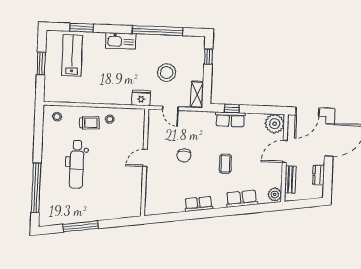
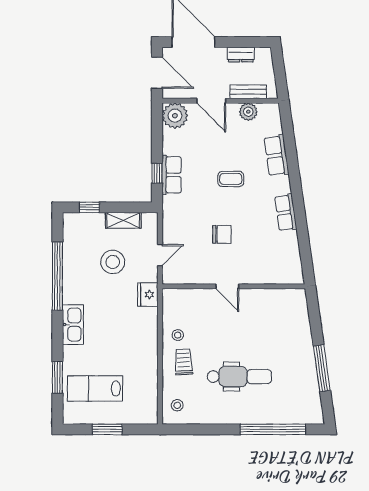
shelving: (197, 95) -> (123, 220), moved
plant: (275, 194) -> (248, 112), moved

